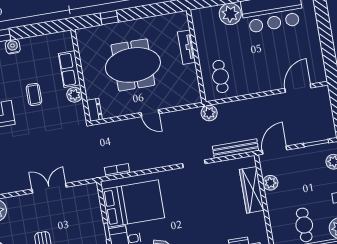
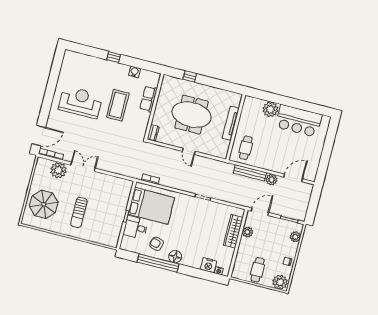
water cooler: (13, 47) -> (134, 72), moved
tv unit: (186, 47) -> (231, 123), width x1.41
coffee table: (34, 94) -> (118, 105), width x1.86, depth x1.72
plant: (74, 95) -> (144, 117), removed
plant: (209, 113) -> (272, 180), moved
bench: (235, 149) -> (250, 173), moved
double door: (49, 188) -> (83, 167), moved

